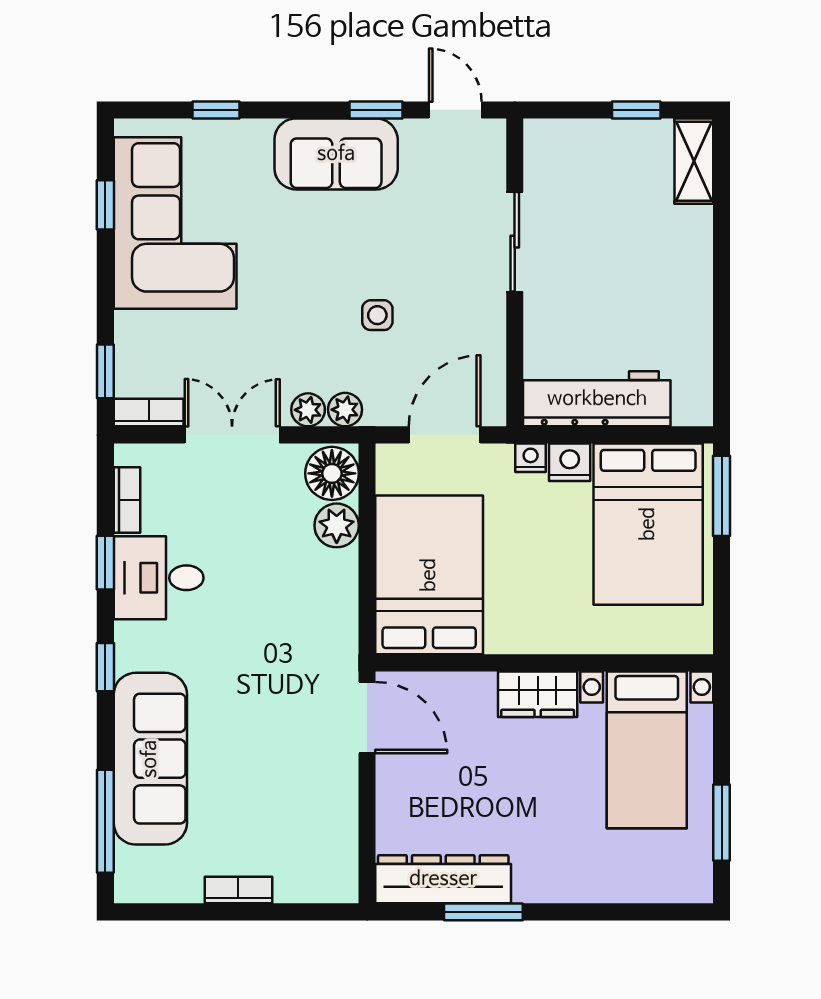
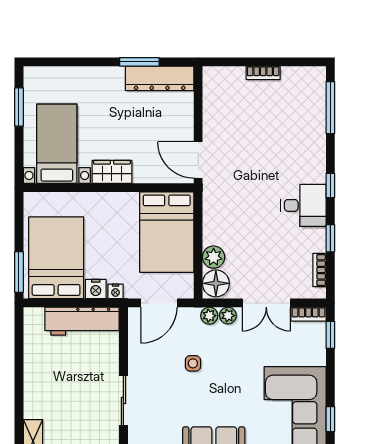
desk: (159, 578) -> (303, 205), moved
sofa: (150, 759) -> (308, 139), removed

